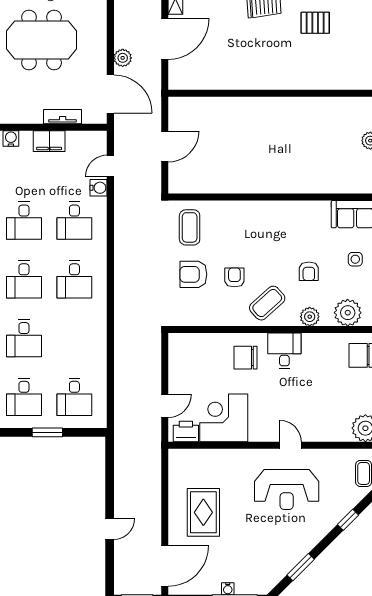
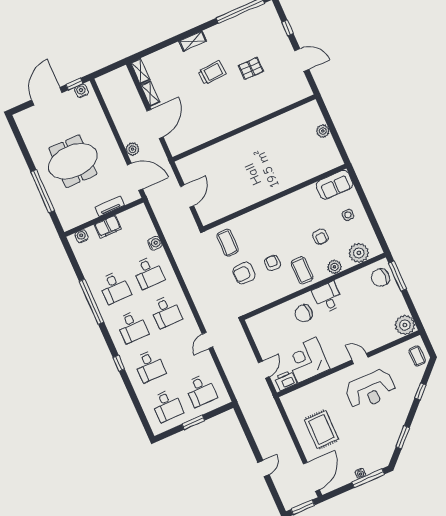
door: (110, 166) -> (207, 340), moved
coffee table: (267, 303) -> (302, 270), turned -48

